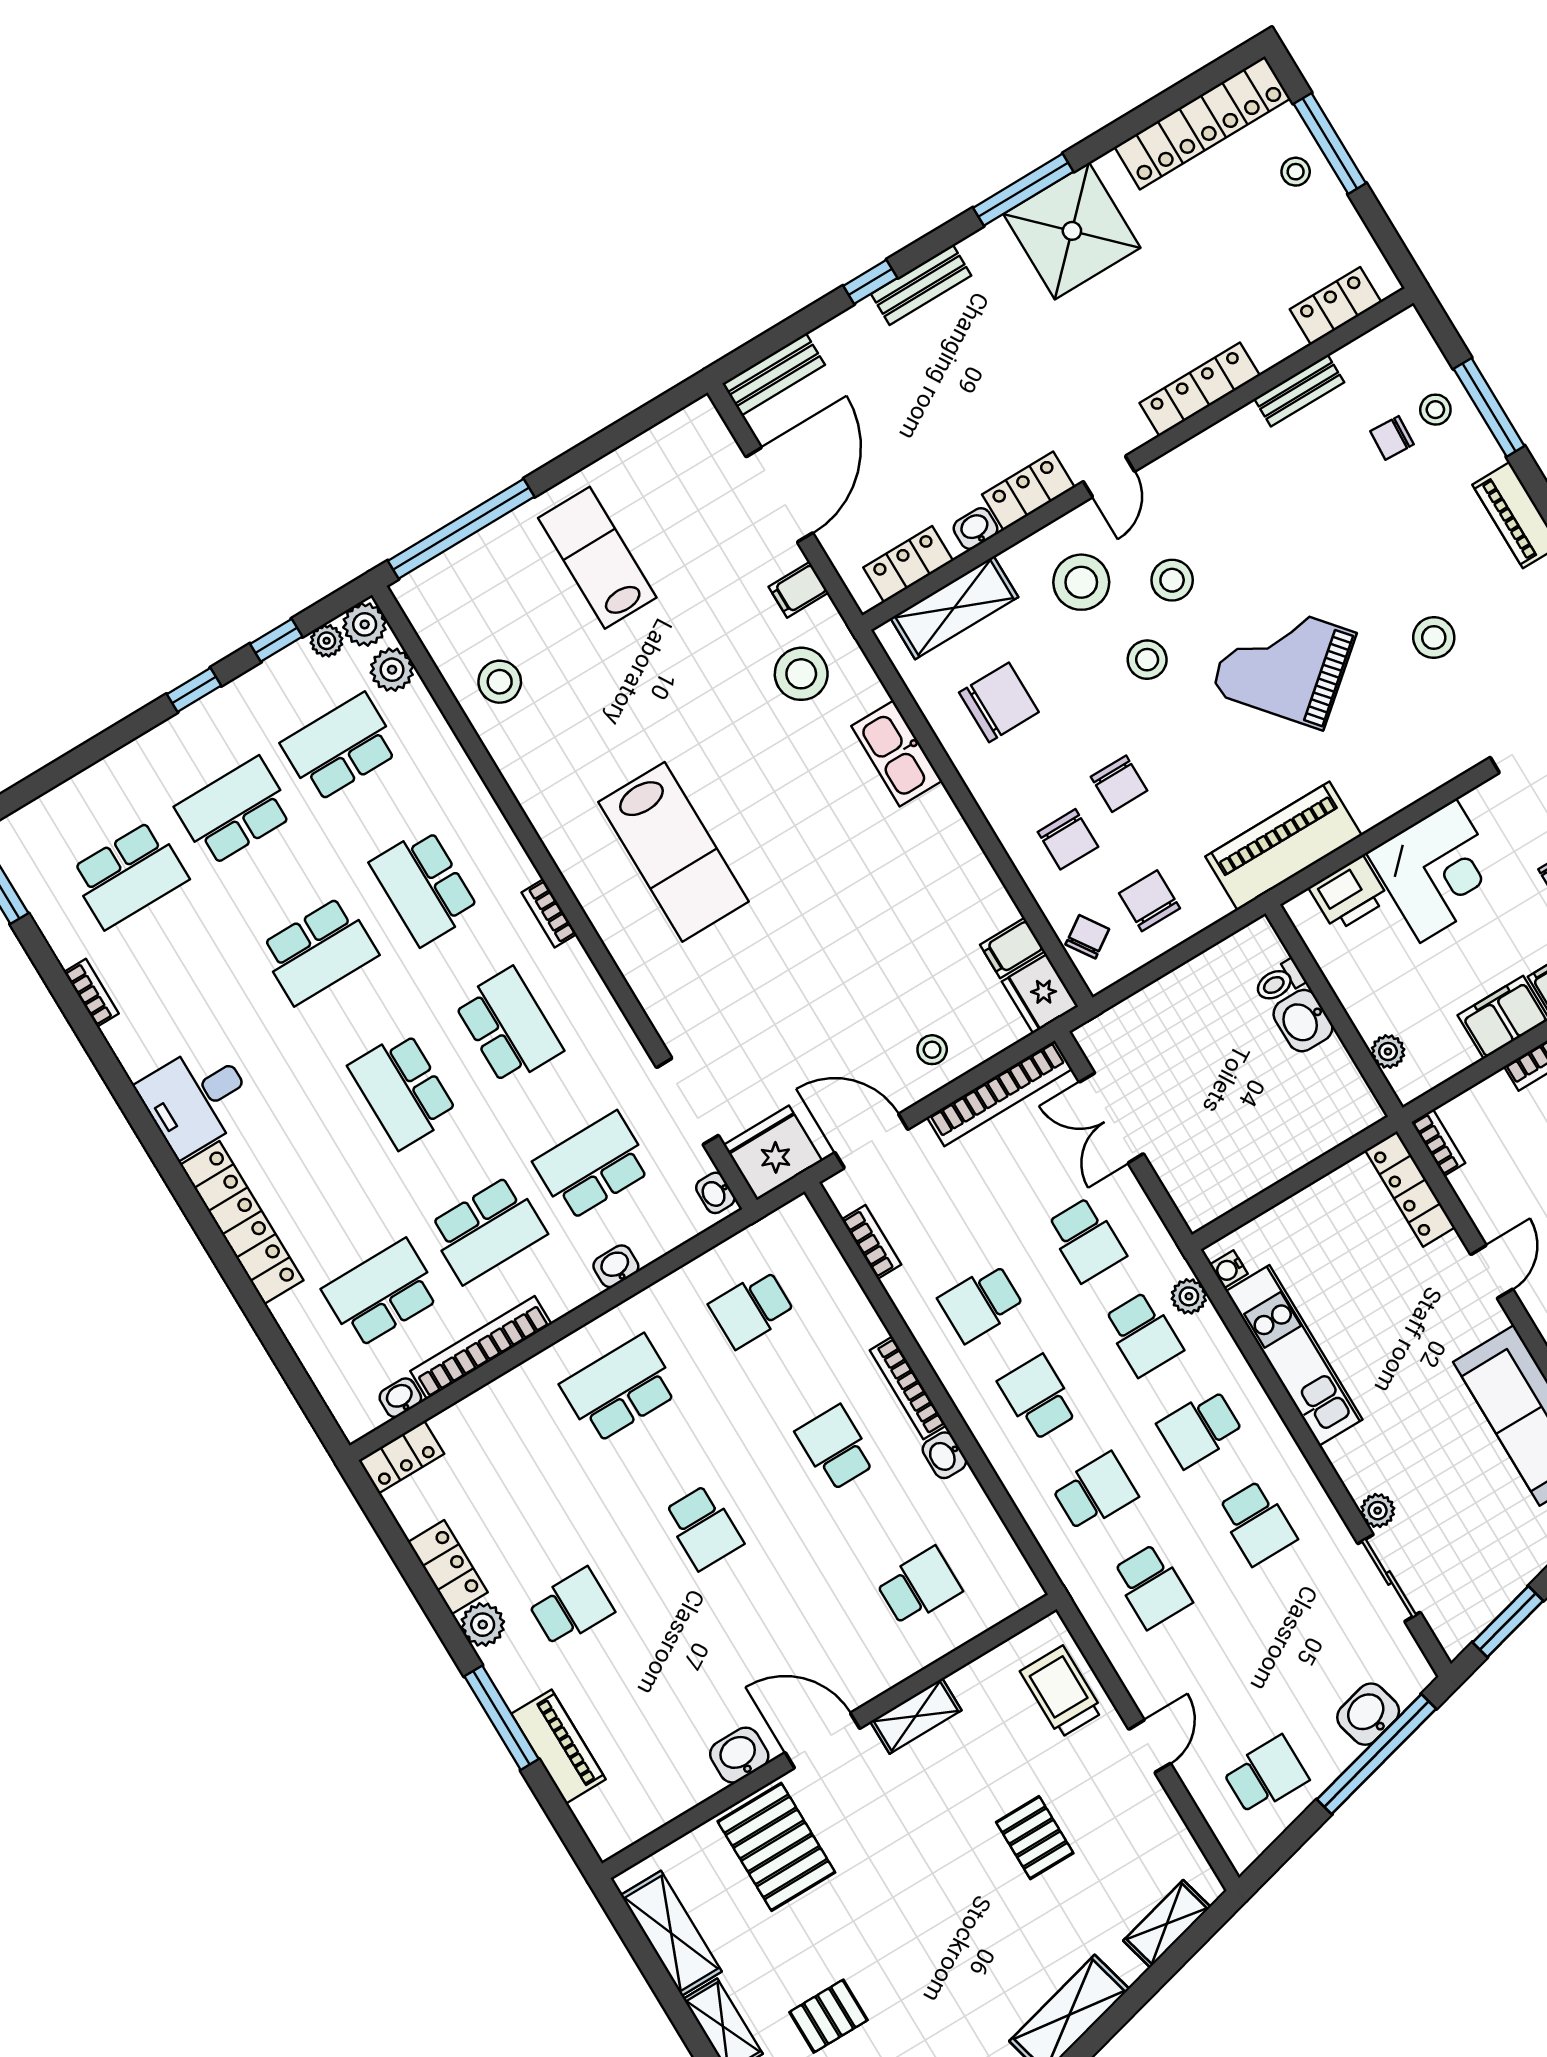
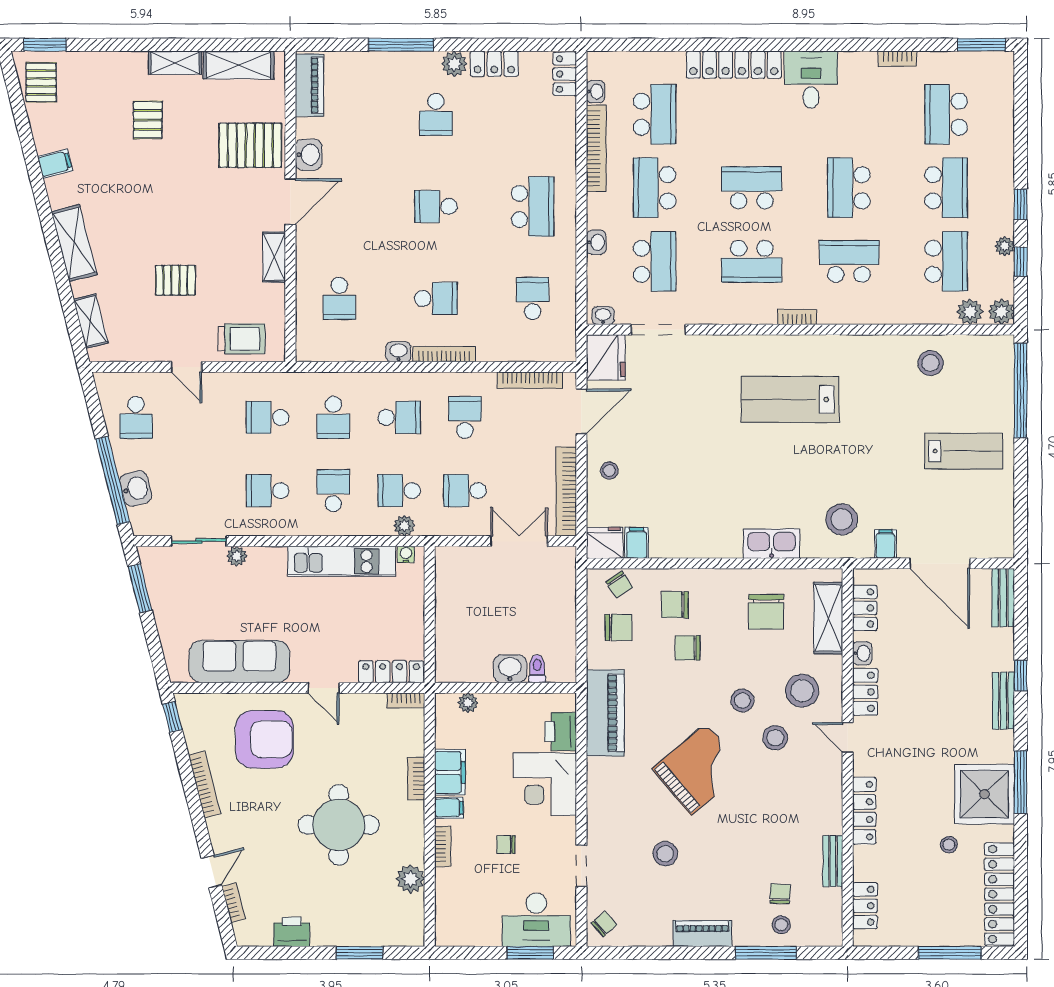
stool: (1296, 172) -> (949, 845), moved
plant: (327, 641) -> (1005, 246), moved
bookcase: (871, 1242) -> (530, 380), width x1.56
piano: (559, 1747) -> (309, 85), moved, turned -90

